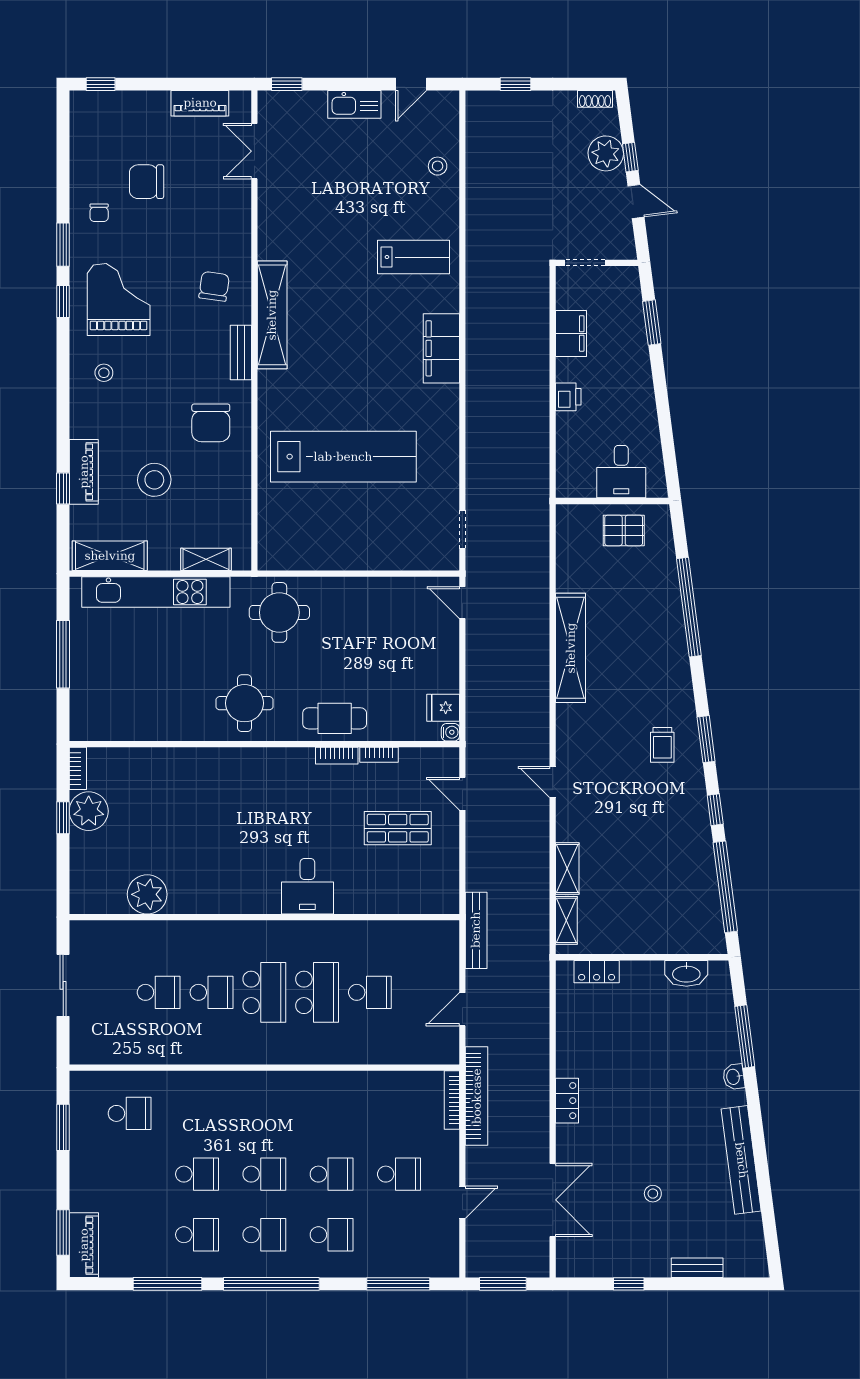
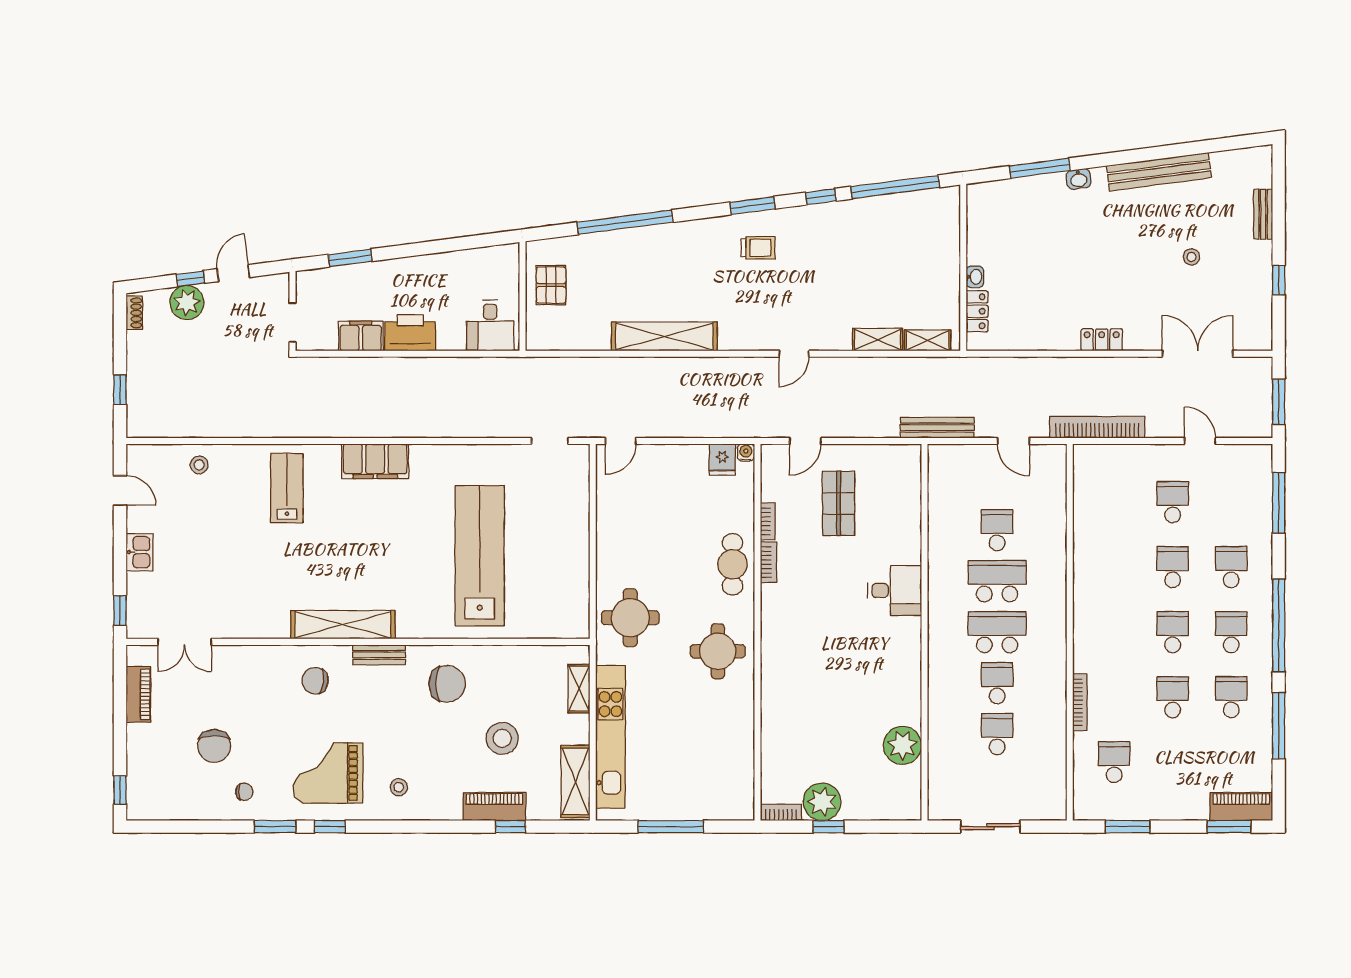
kitchen sink: (354, 104) -> (139, 552), width x0.73
printer: (568, 397) -> (410, 333), width x1.87, depth x1.48
desk: (621, 472) -> (490, 325), moved, turned 90
washbasin: (686, 973) -> (975, 277), moved, width x0.52, depth x0.69
bookcase: (452, 1100) -> (1080, 702), moved, turned -90

